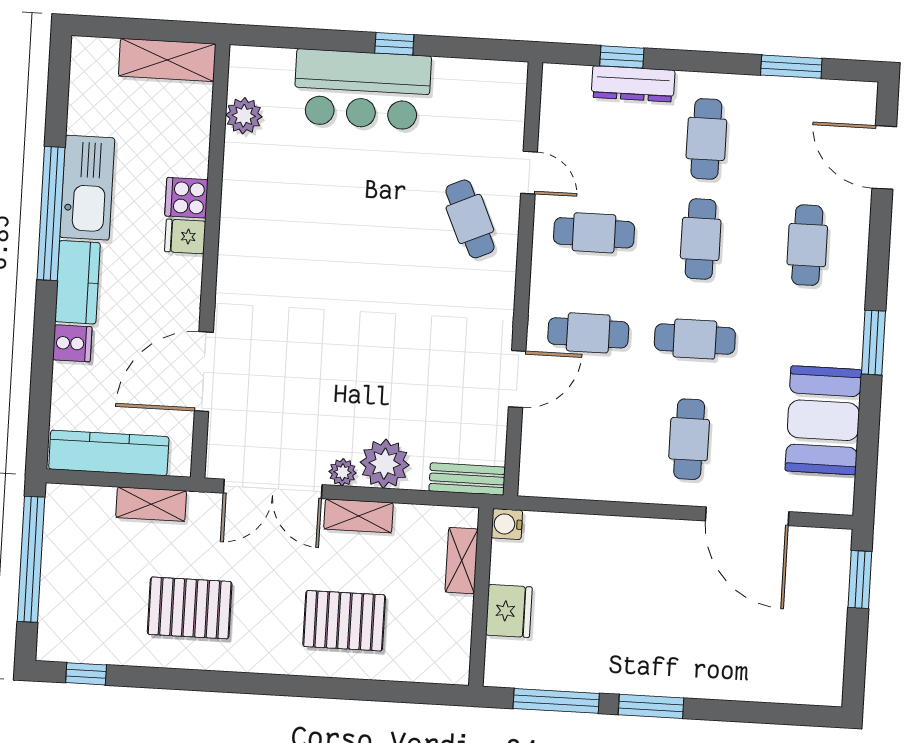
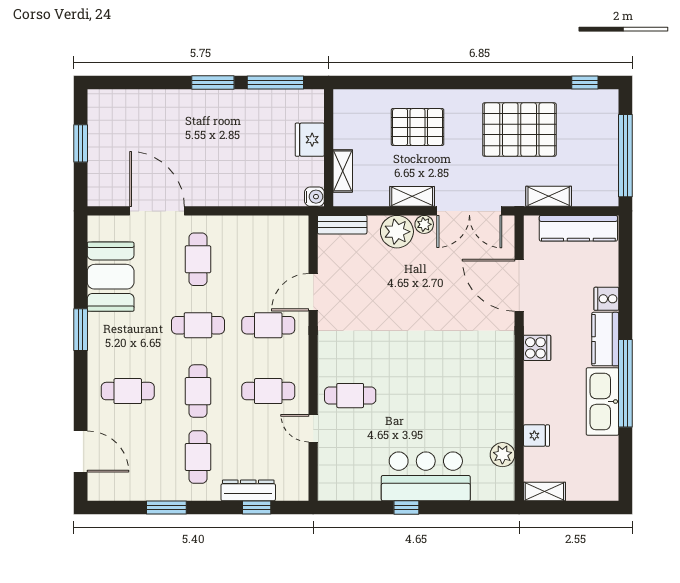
shelving: (167, 60) -> (544, 492), width x0.67, depth x0.75
window: (791, 67) -> (166, 508), moved
cooker: (186, 198) -> (537, 348), moved
cafe table: (470, 219) -> (350, 396), turned -66
fridge: (185, 236) -> (536, 436), moved
cafe table: (807, 245) -> (128, 391), turned 90
door: (204, 372) -> (519, 285), swing flipped
double door: (273, 489) -> (469, 211), swing flipped
window: (860, 579) -> (81, 143), moved
pallet: (190, 608) -> (519, 130), width x1.37, depth x1.41

